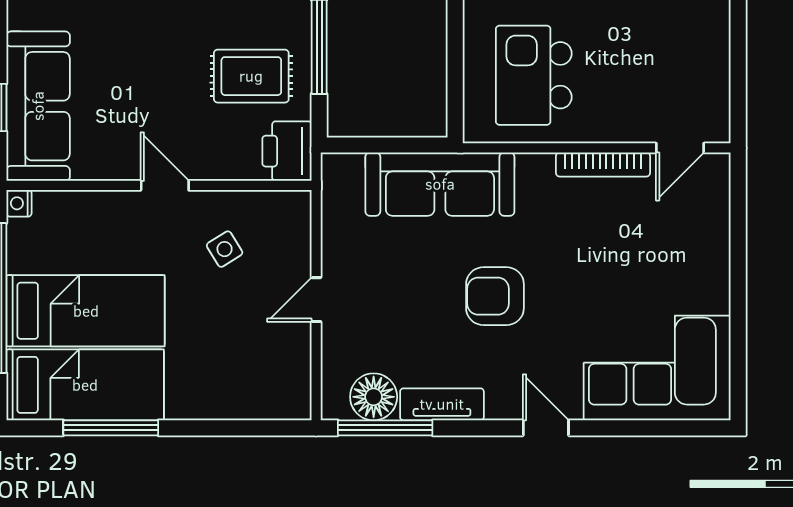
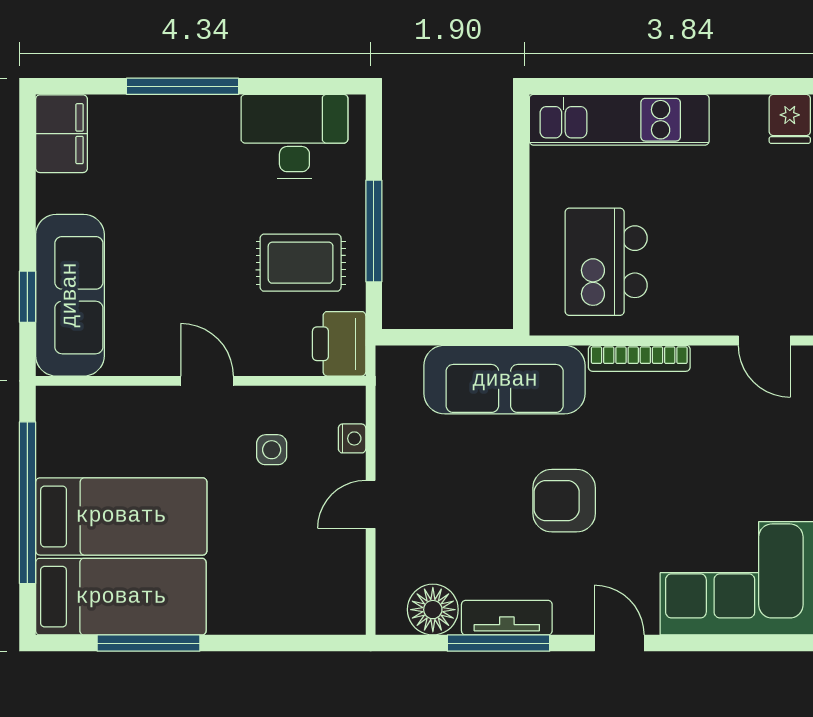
door: (680, 148) -> (764, 340), hinge flipped
bookcase: (603, 165) -> (639, 358), moved
nightstand: (19, 203) -> (352, 438), moved, turned 180
side table: (225, 249) -> (272, 450), turned 32
window: (385, 428) -> (499, 643), moved

